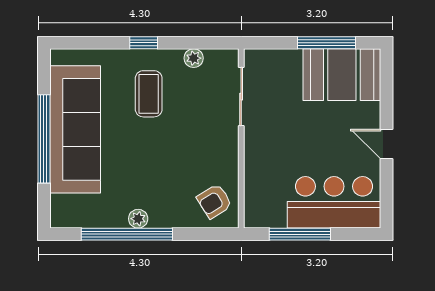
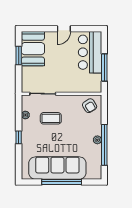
window: (326, 43) -> (19, 56), width x0.69
coffee table: (149, 94) -> (51, 118), moved

